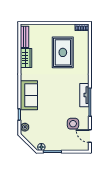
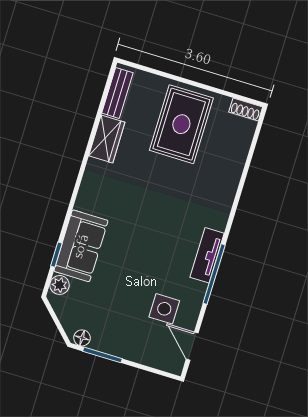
rug: (63, 52) -> (181, 124), moved
sofa: (29, 95) -> (81, 246), moved

